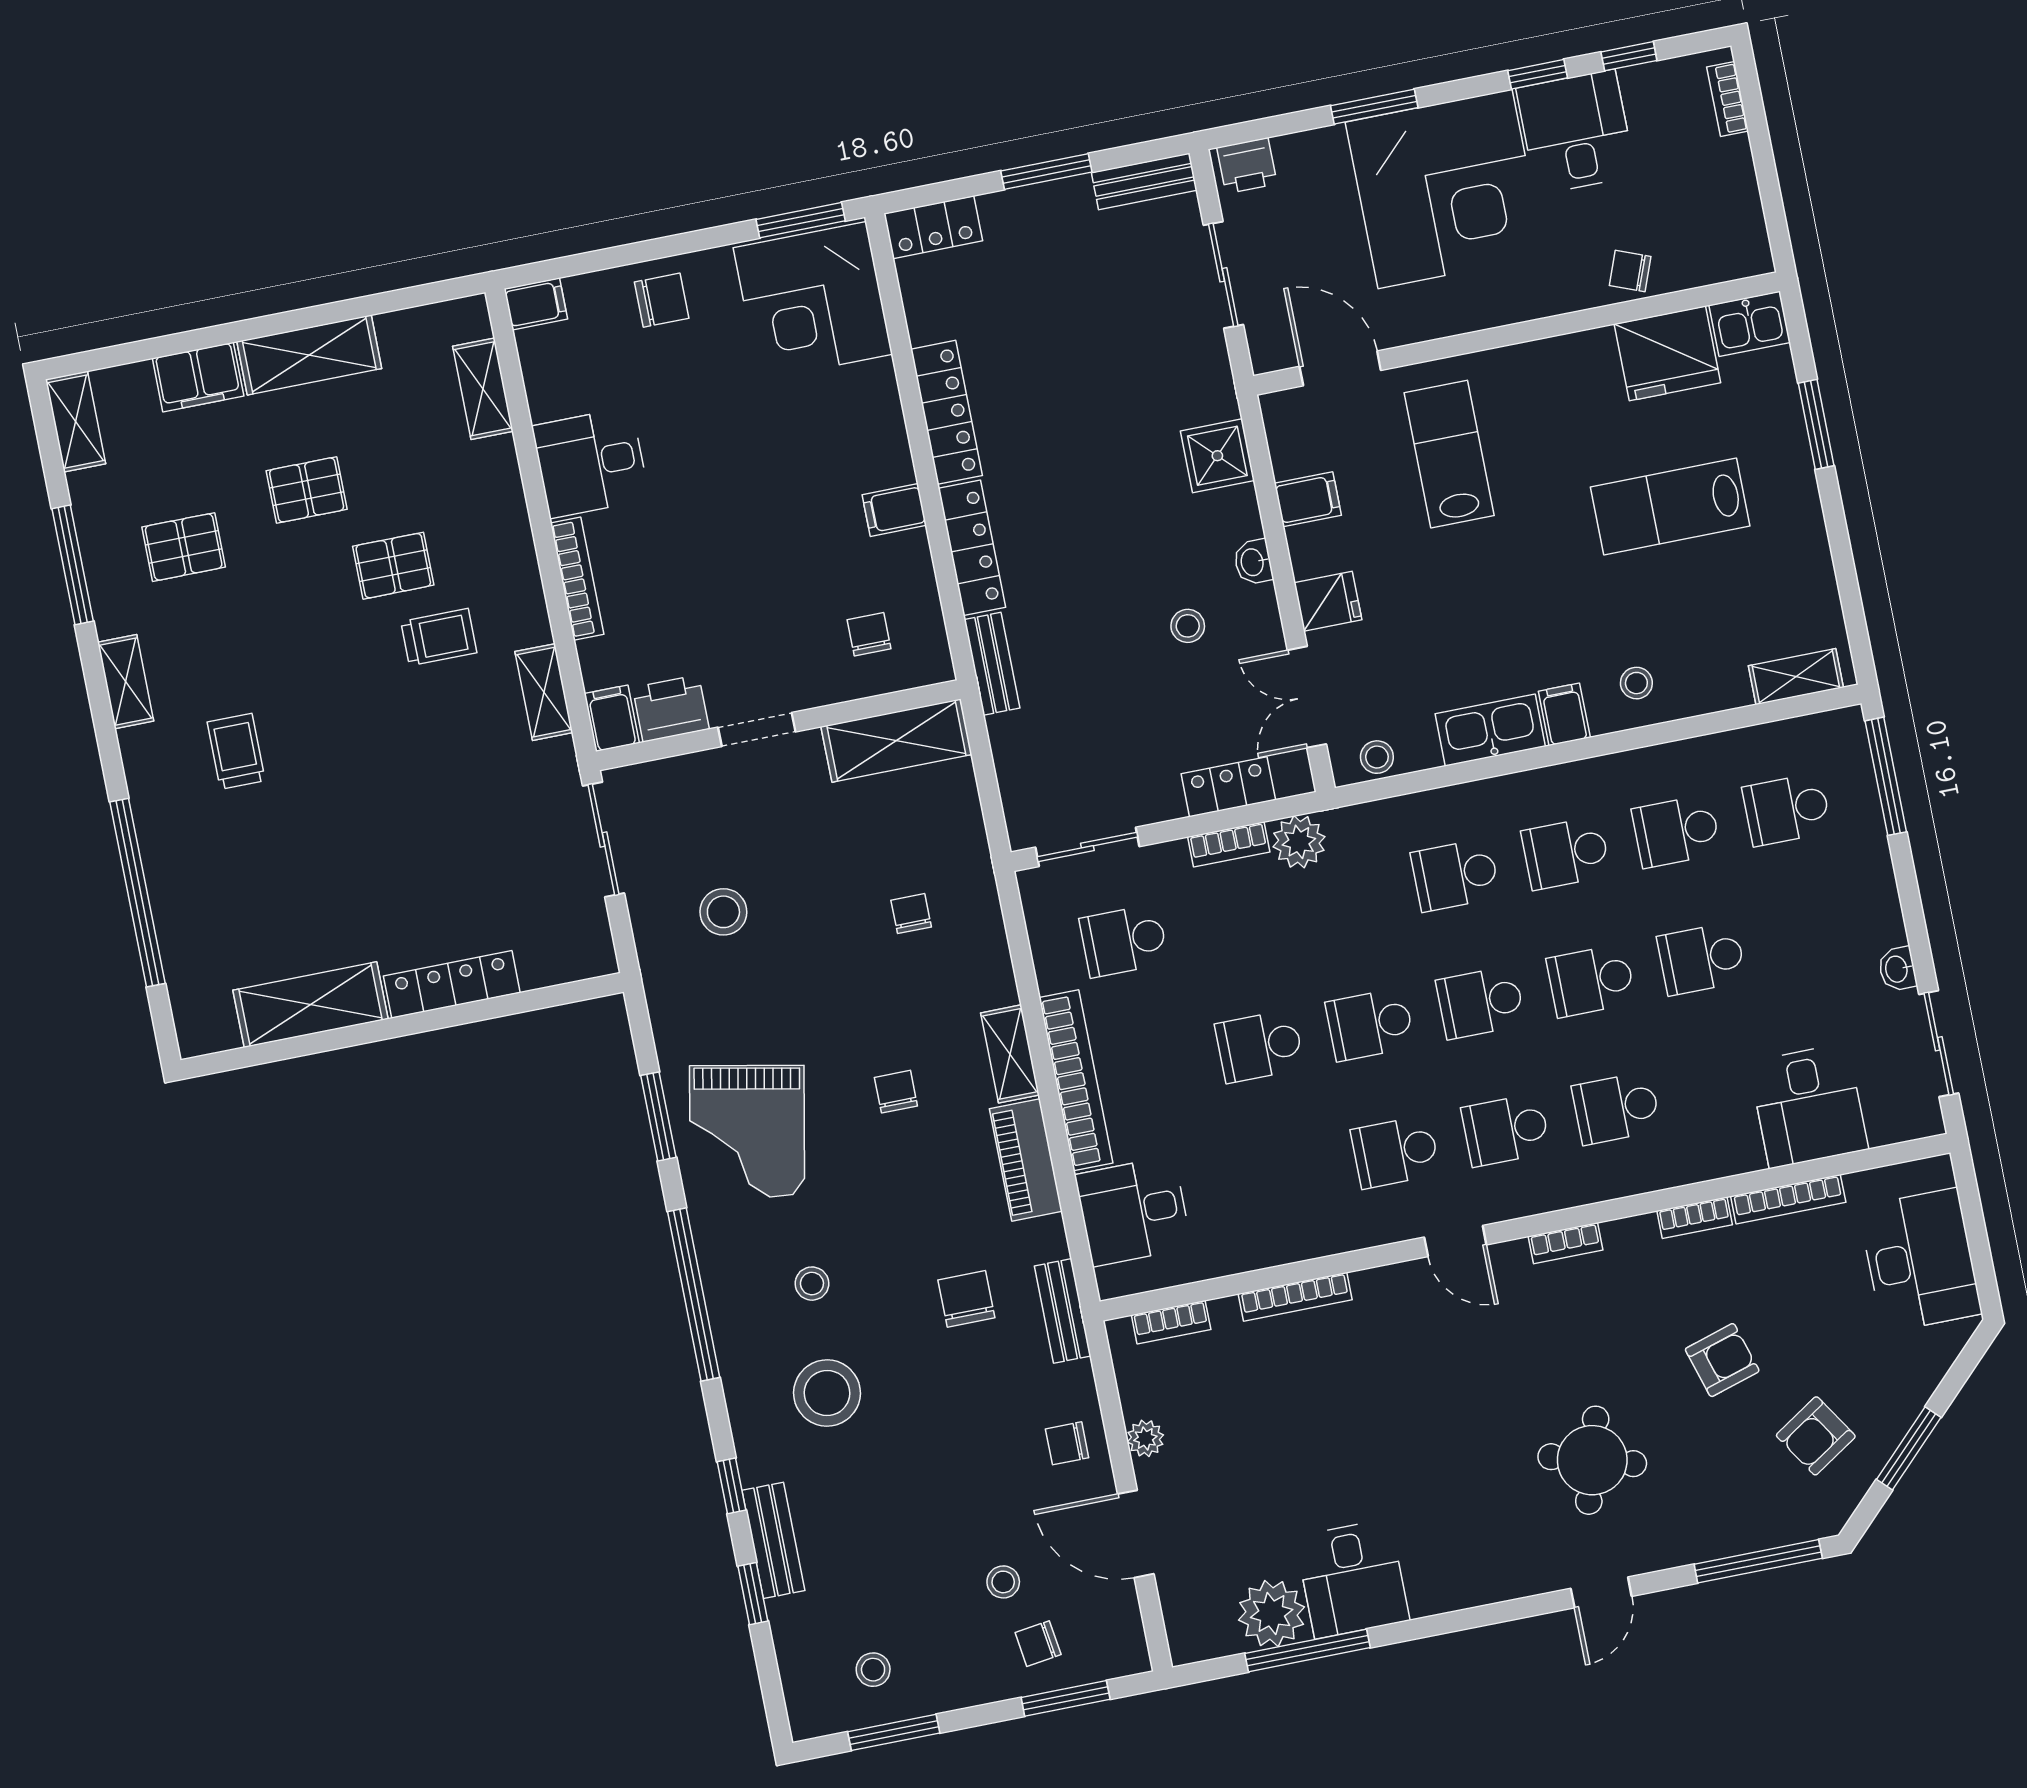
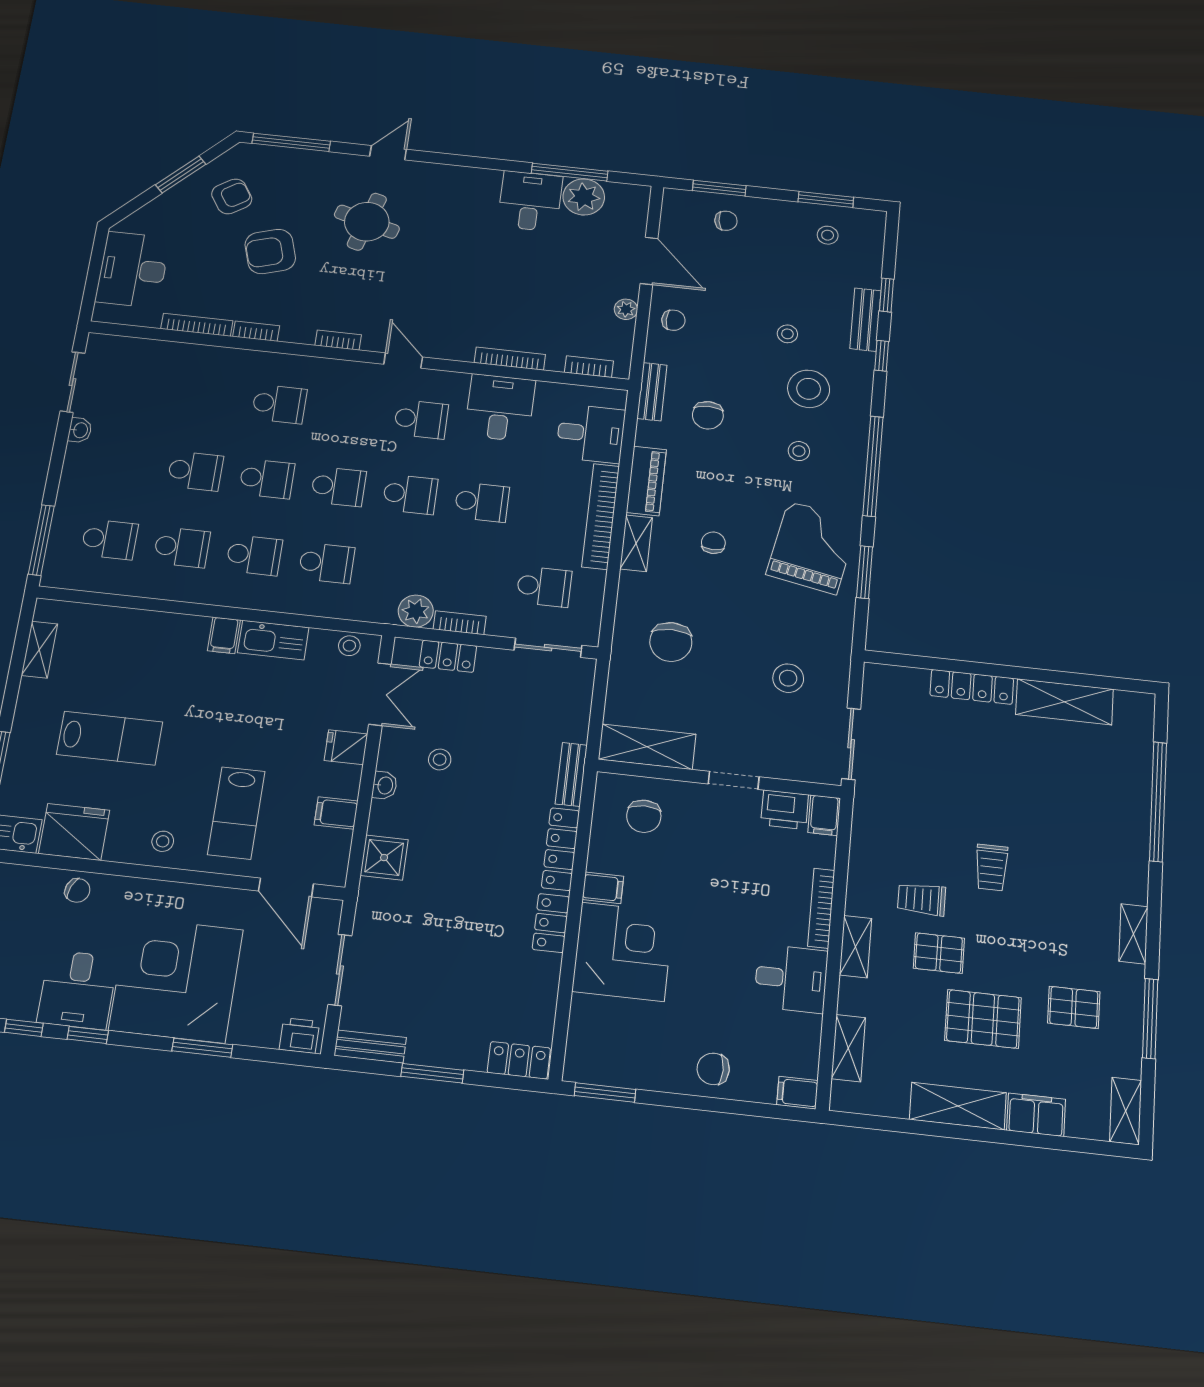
corner desk: (813, 301) -> (623, 952), moved
locker: (947, 412) -> (551, 923), width x0.66
pallet: (307, 490) -> (983, 1019), width x1.50, depth x1.42
chair: (869, 634) -> (644, 816), width x1.37, depth x1.37
shelving: (1796, 677) -> (39, 650), moved, turned 90
stool: (1636, 683) -> (163, 841), moved
shelving: (544, 692) -> (855, 947), moved
trolley: (236, 751) -> (991, 868), moved
chair: (911, 914) -> (671, 642), width x1.87, depth x1.87
chair: (896, 1092) -> (713, 543), turned 180
desk: (1808, 1106) -> (500, 408), moved
school desk: (1506, 1130) -> (350, 412), removed
armchair: (1722, 1360) -> (270, 251), width x1.38, depth x1.38
stool: (1003, 1582) -> (787, 334), moved

